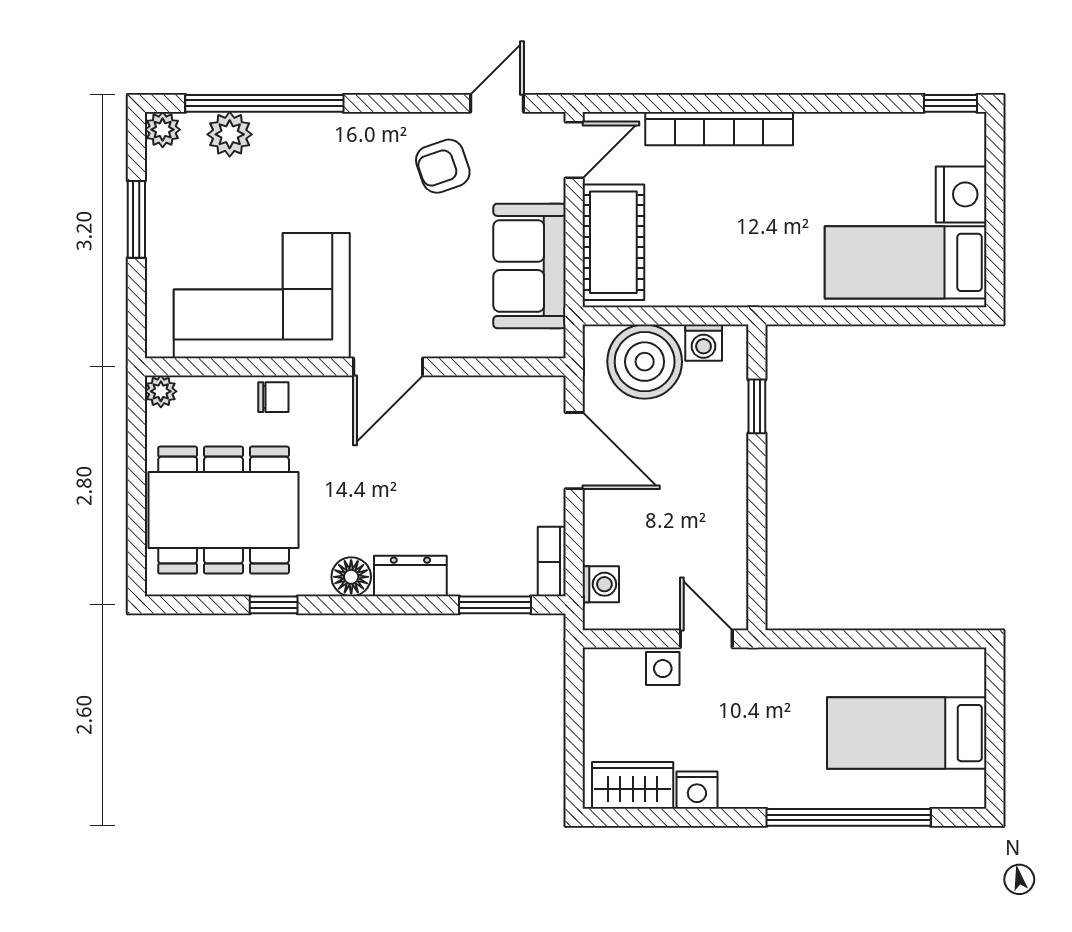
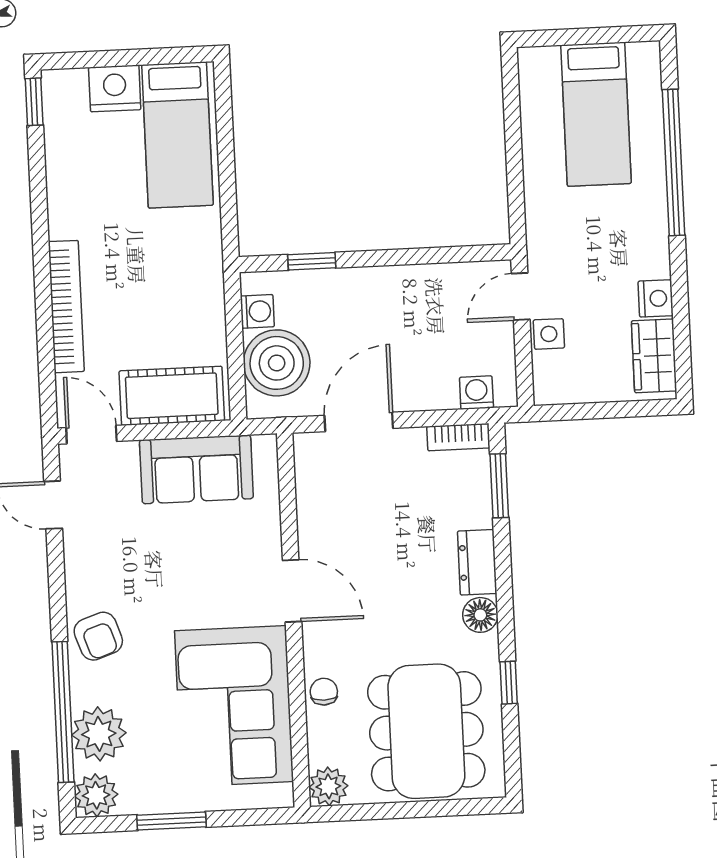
plant: (163, 130) -> (96, 795), width x1.38, depth x1.38
plant: (230, 134) -> (99, 734), width x1.36, depth x1.36
armchair: (443, 166) -> (98, 636), moved
plant: (161, 391) -> (328, 786), width x1.38, depth x1.38

